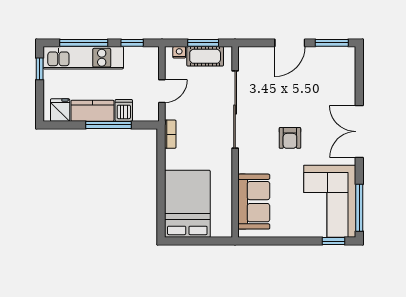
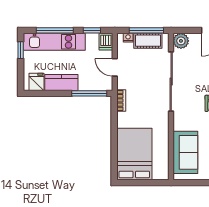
window: (203, 43) -> (146, 30), width x1.44
plant: (248, 57) -> (181, 41), added
door: (162, 91) -> (115, 67), swing flipped
dishwasher: (124, 110) -> (106, 42), moved, turned 180
window: (108, 125) -> (89, 93), moved

